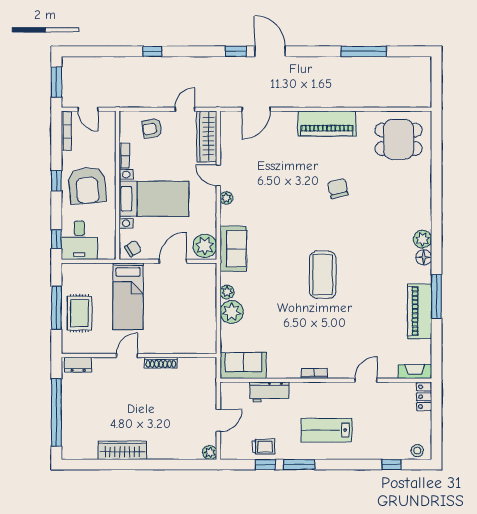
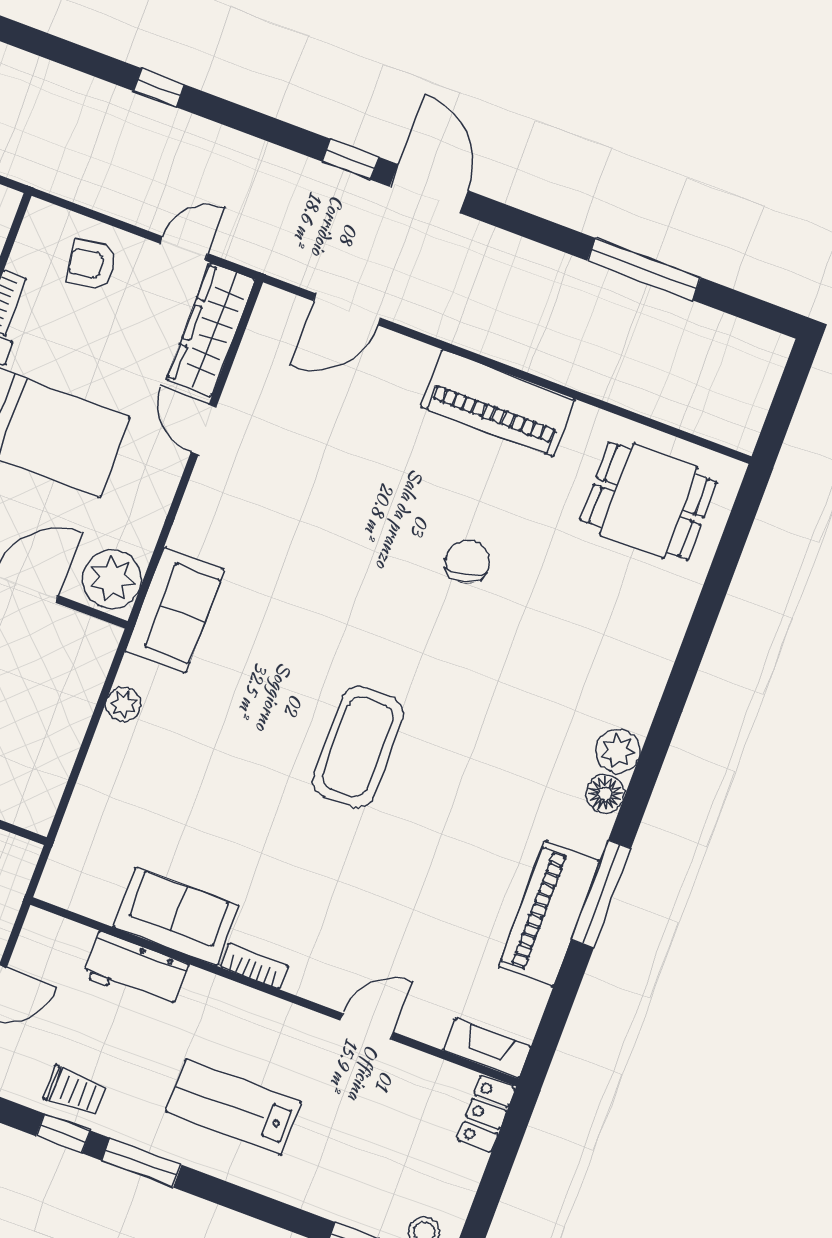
plant: (226, 198) -> (203, 488), removed
plant: (232, 312) -> (117, 754), removed
sofa: (243, 365) -> (176, 916), moved

